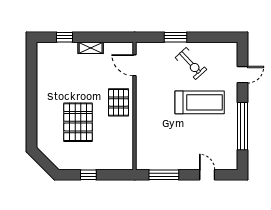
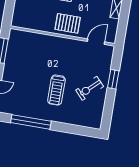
door: (242, 75) -> (73, 129), removed
treadmill: (200, 102) -> (56, 90), width x0.73, depth x0.73

